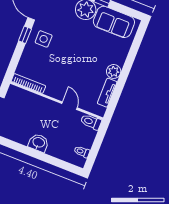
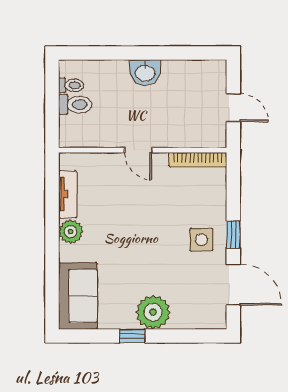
sofa: (114, 22) -> (78, 296), moved, turned 90
door: (70, 106) -> (138, 150), moved
toilet: (91, 122) -> (75, 105), moved

